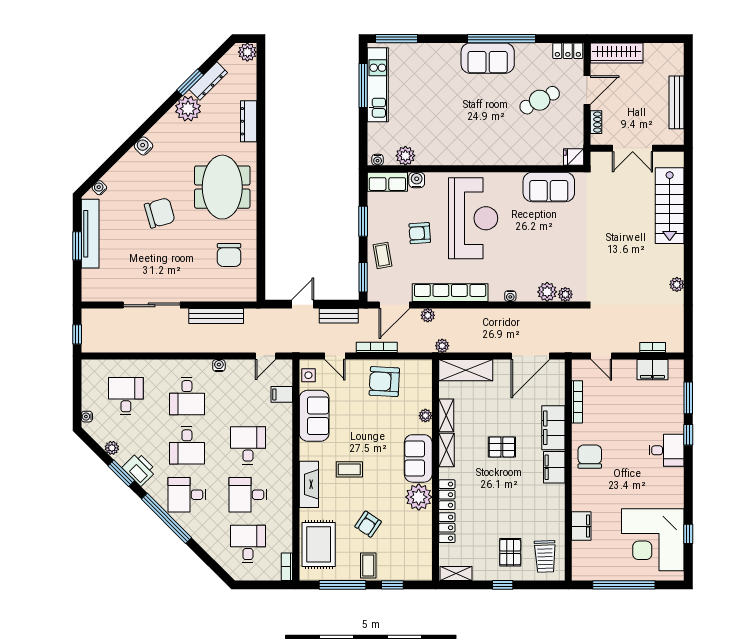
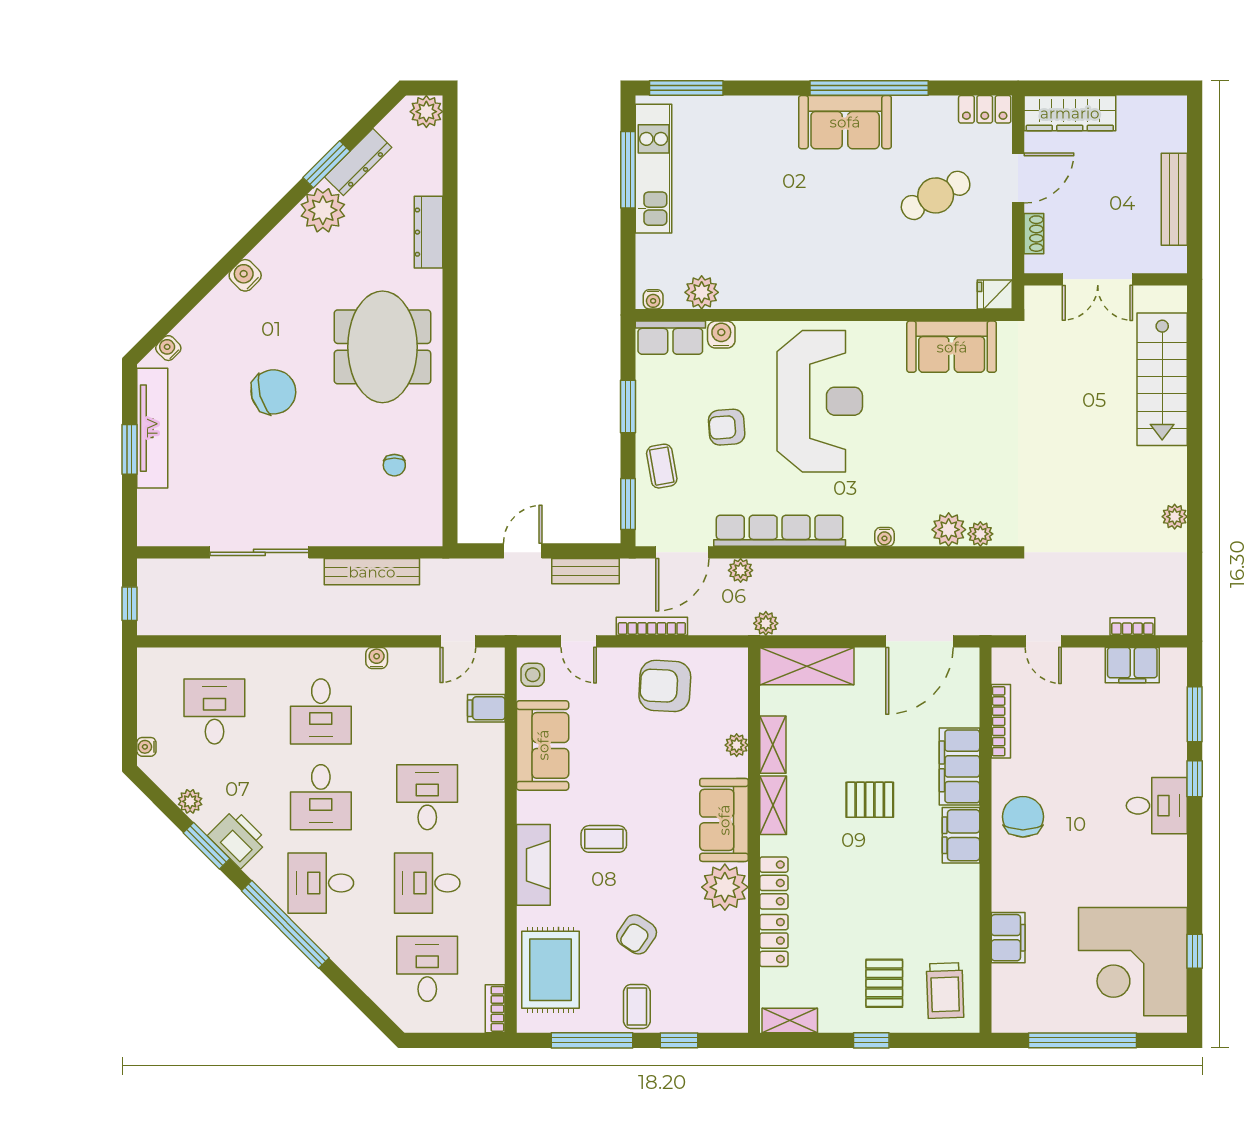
chair: (229, 255) -> (394, 465), width x0.54, depth x0.54

